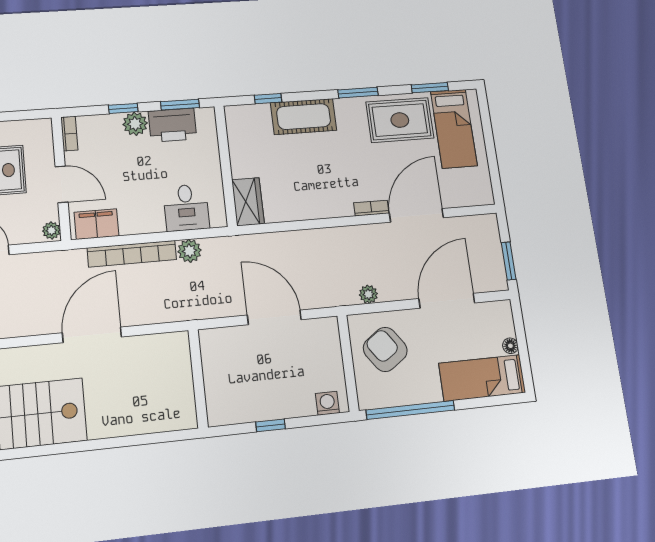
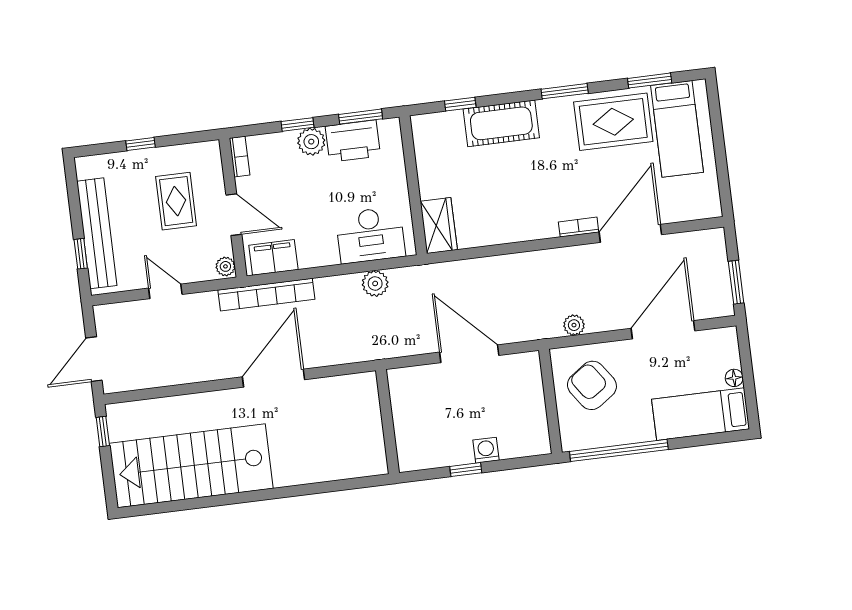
desk: (186, 208) -> (370, 235), width x1.37
bookcase: (132, 254) -> (266, 295), moved
washing machine: (327, 403) -> (486, 450), moved

